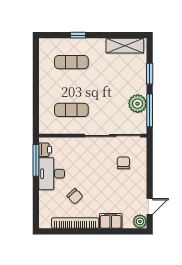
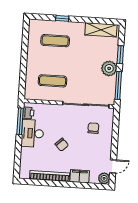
plant: (138, 104) -> (109, 68), moved
chair: (75, 196) -> (62, 145), moved

